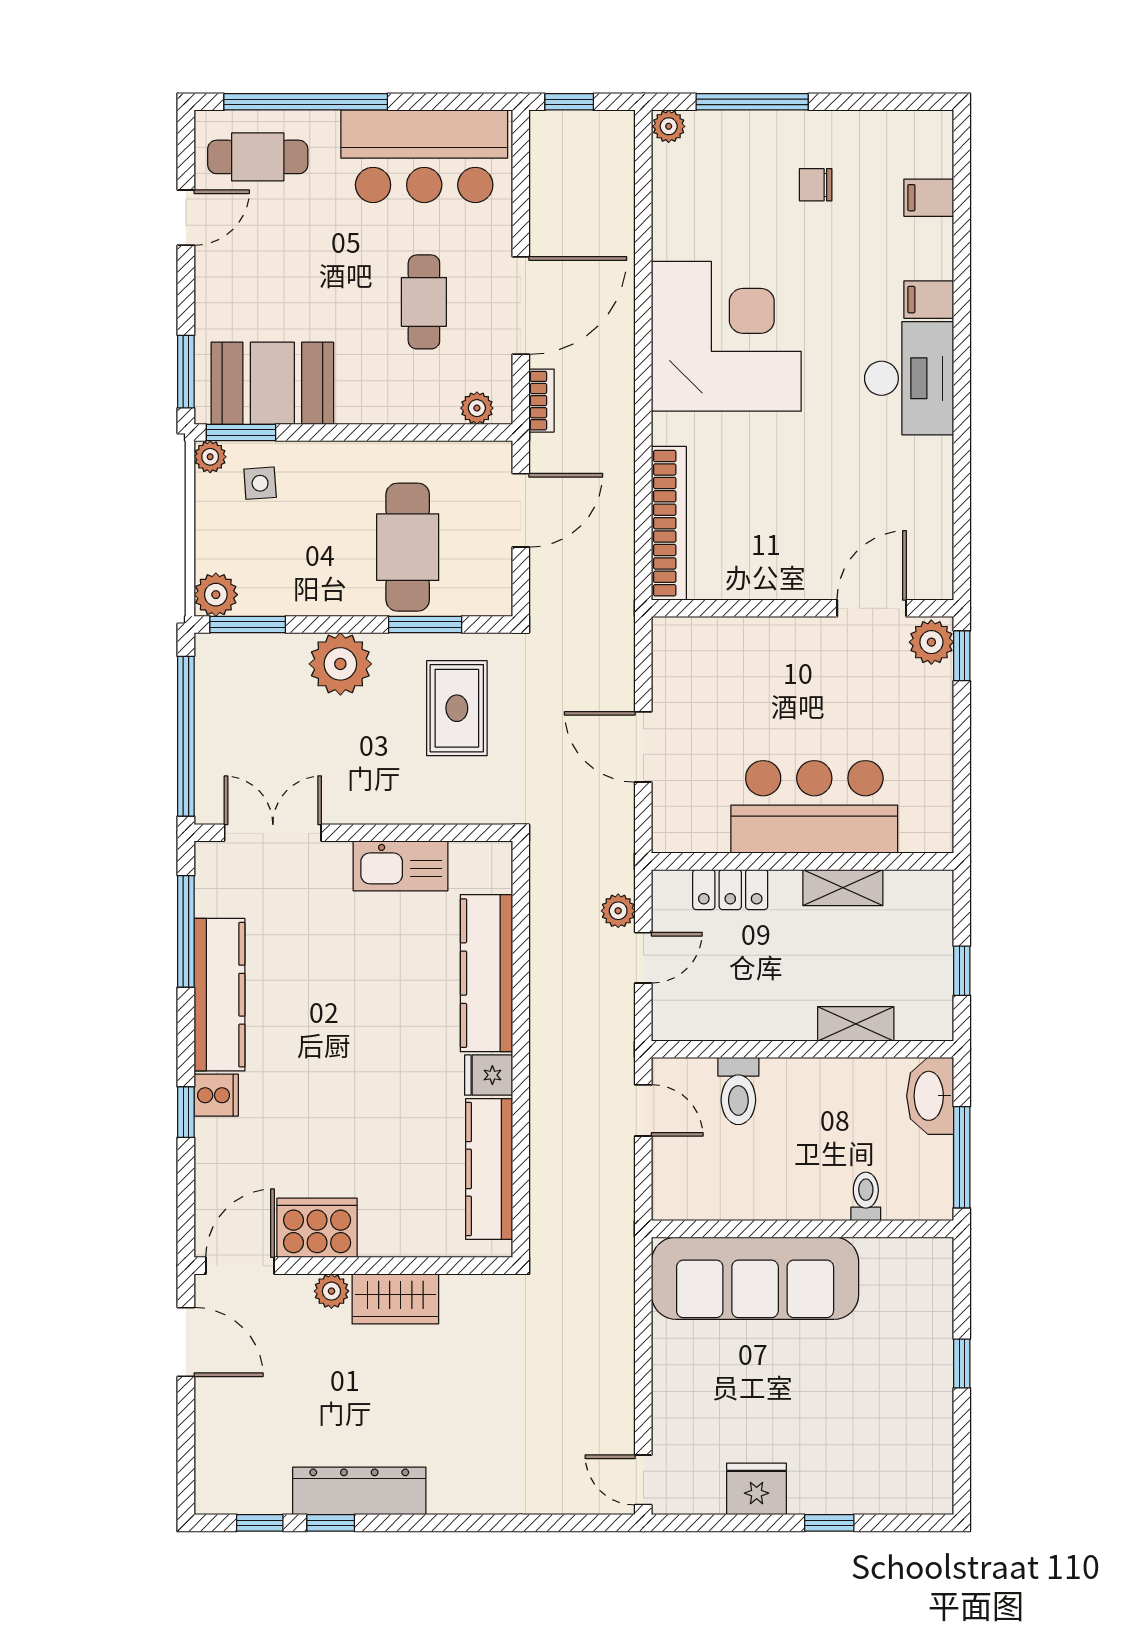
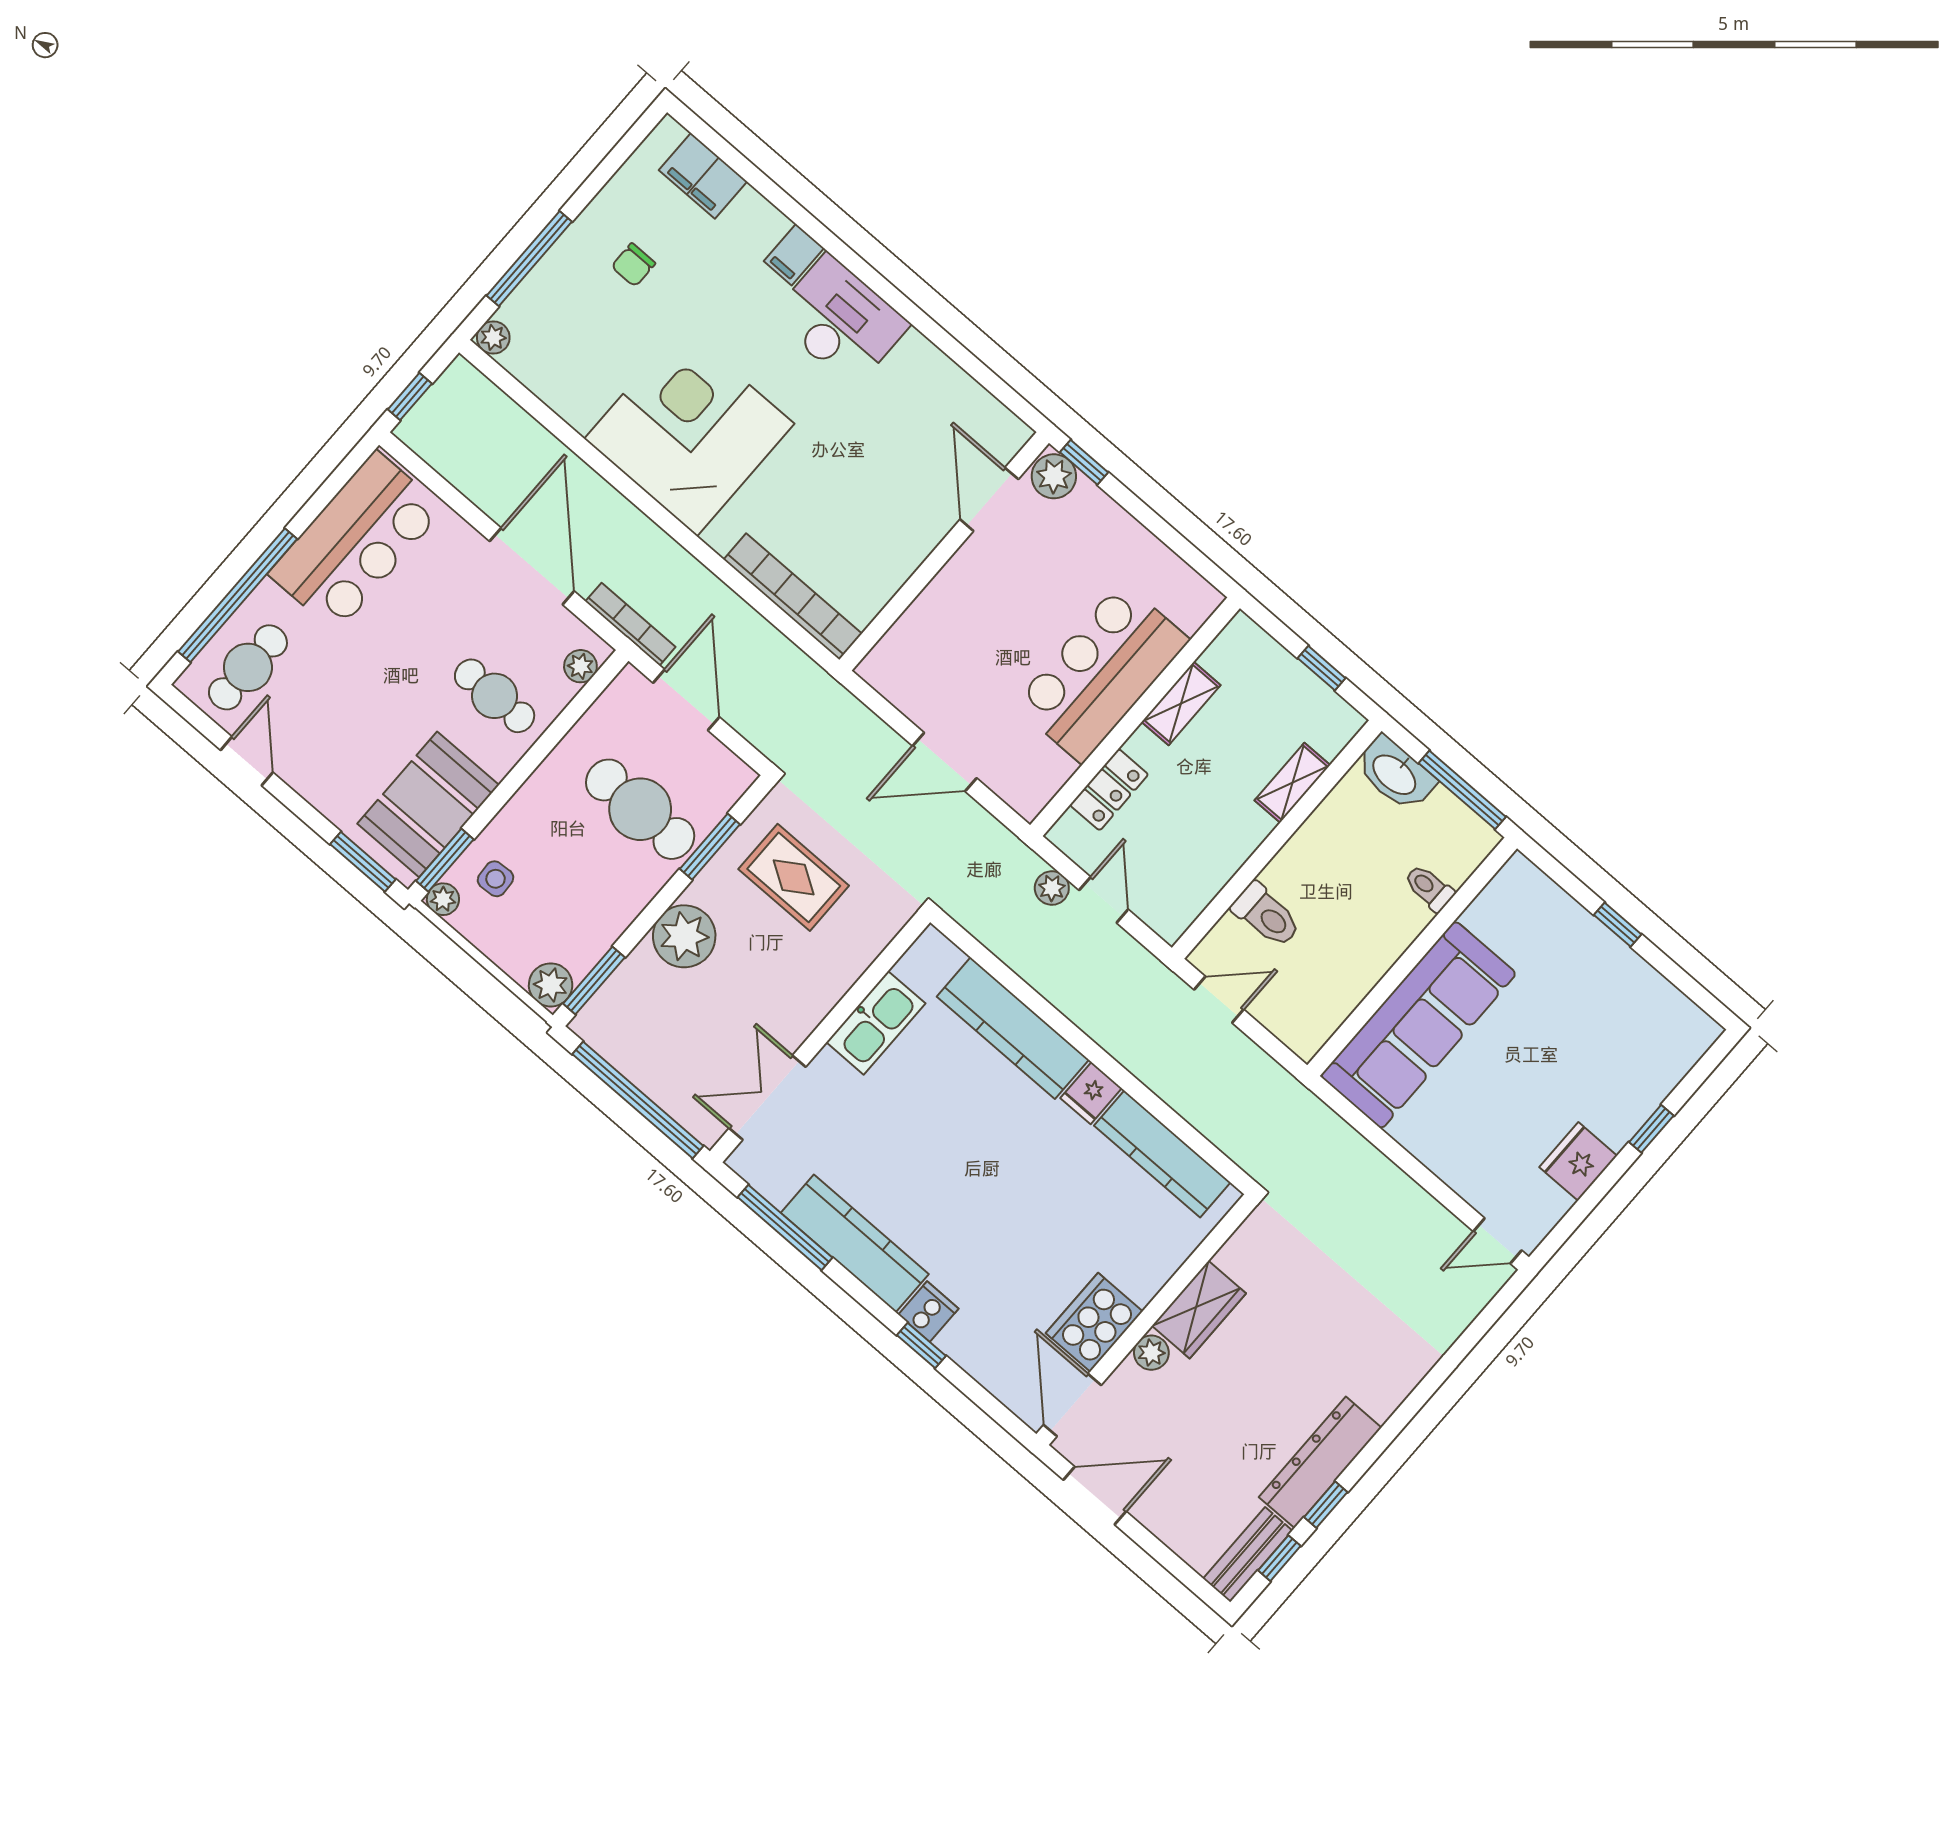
filing cabinet: (929, 198) -> (703, 176), width x2.00
cafe table: (424, 302) -> (495, 696), moved
bookcase: (542, 401) -> (630, 624), width x1.56
bench: (242, 1497) -> (1248, 1555), added

